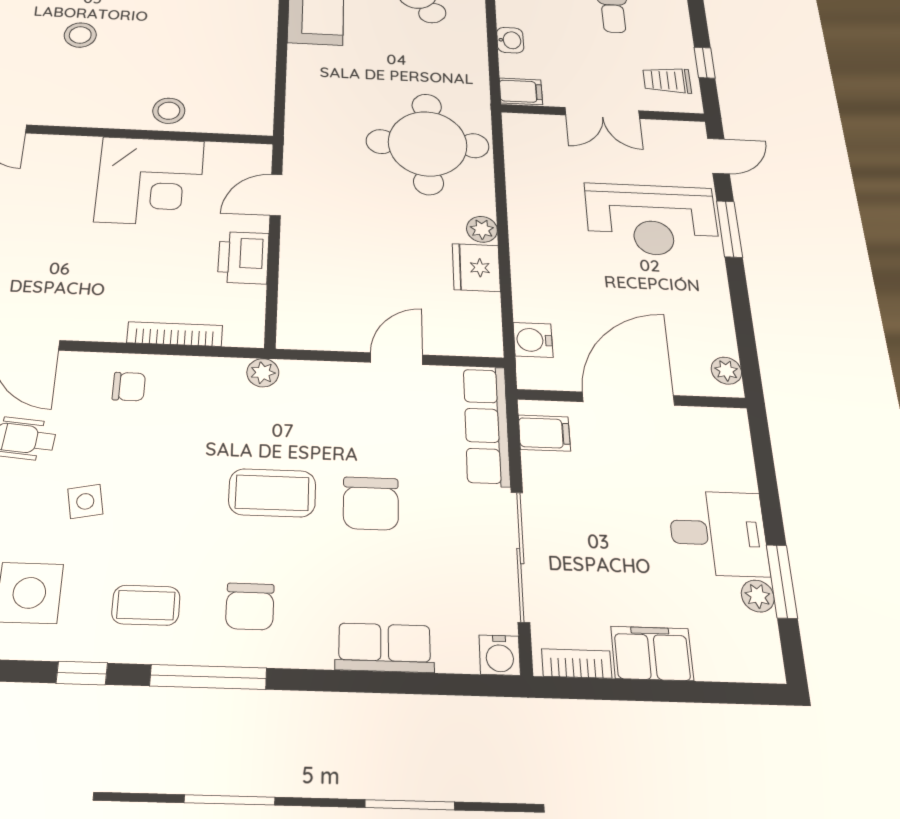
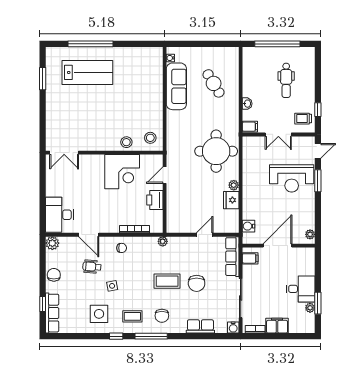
stool: (80, 35) -> (150, 138), moved

